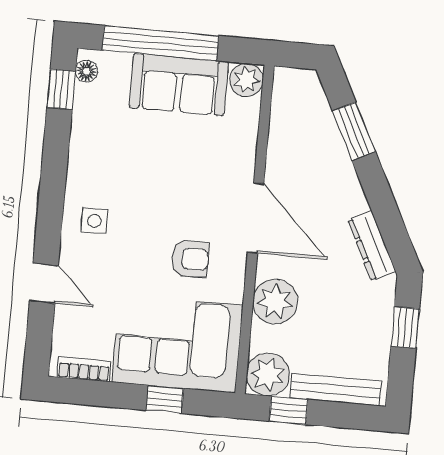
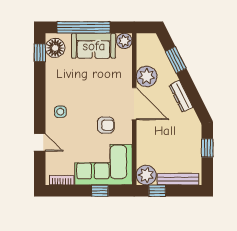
floor lamp: (86, 71) -> (55, 48), width x1.89, depth x1.89
dresser: (372, 246) -> (181, 96), moved
plant: (275, 301) -> (147, 76), moved

